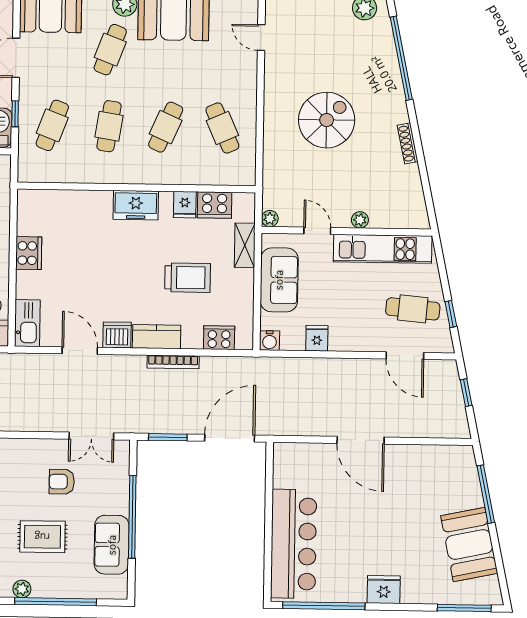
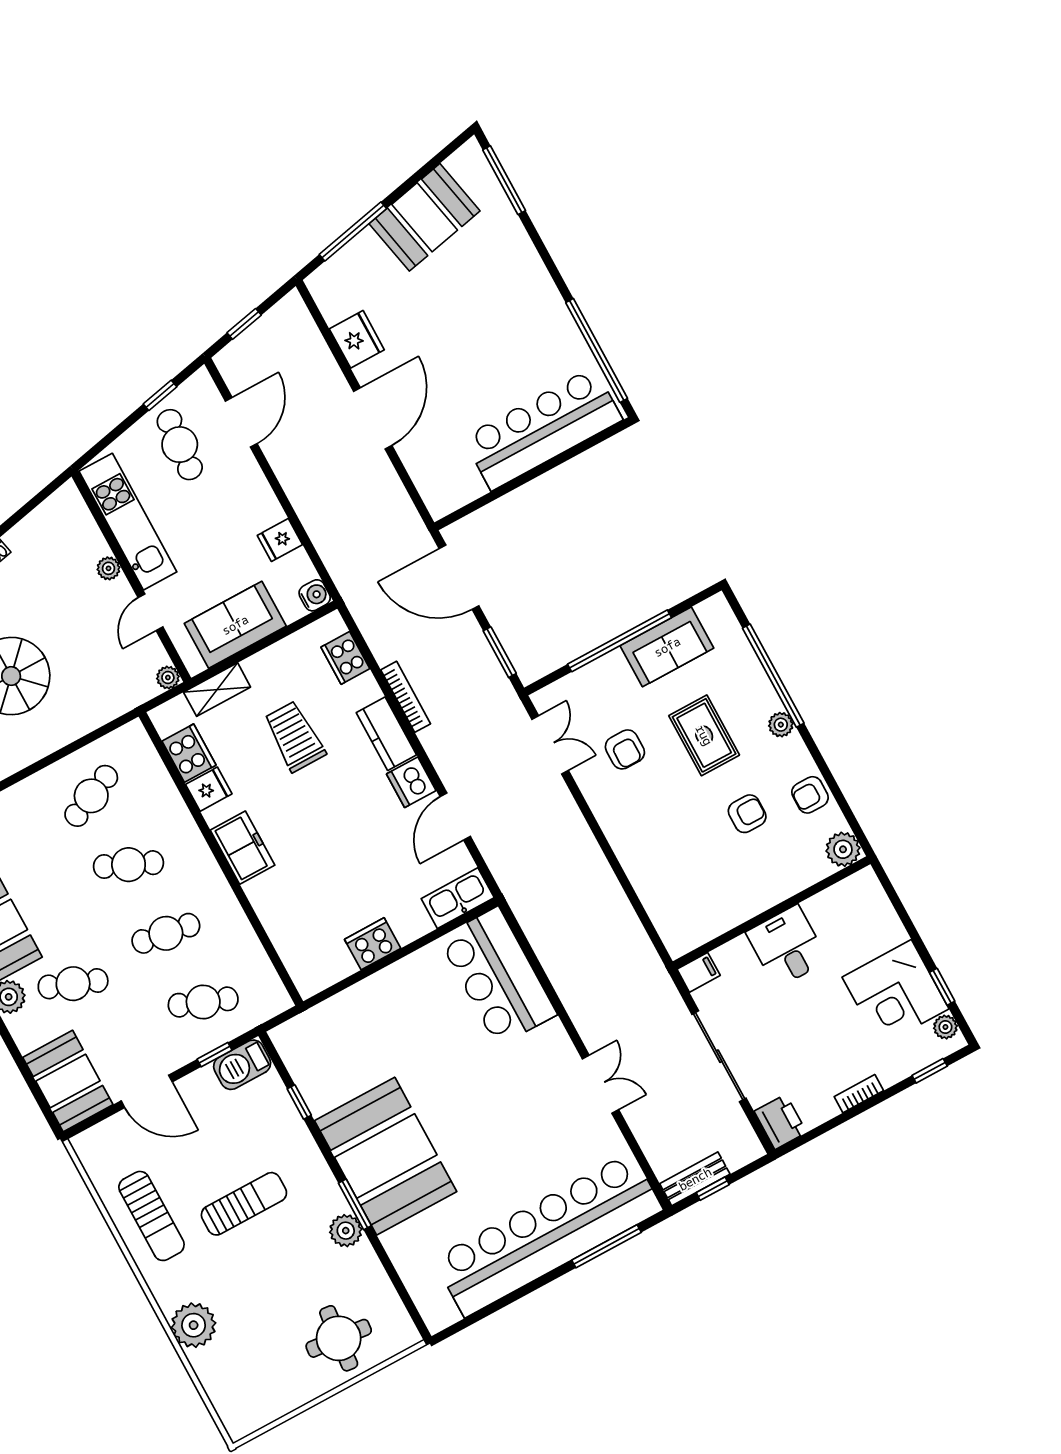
fridge: (384, 590) -> (357, 339), moved, turned 180

